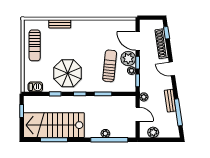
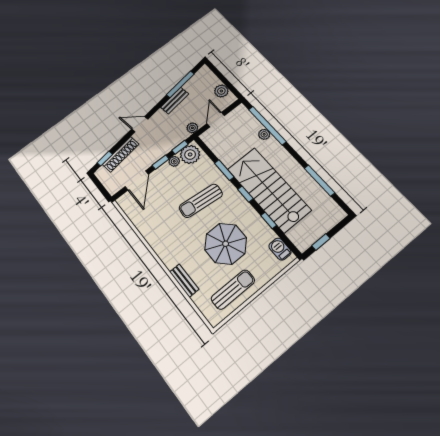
plant: (128, 58) -> (190, 154), moved
sun lounger: (110, 66) -> (201, 201), moved
door: (172, 69) -> (140, 124), swing flipped
parasol: (68, 73) -> (226, 244), moved
stairs: (54, 125) -> (269, 189), moved, turned 180

